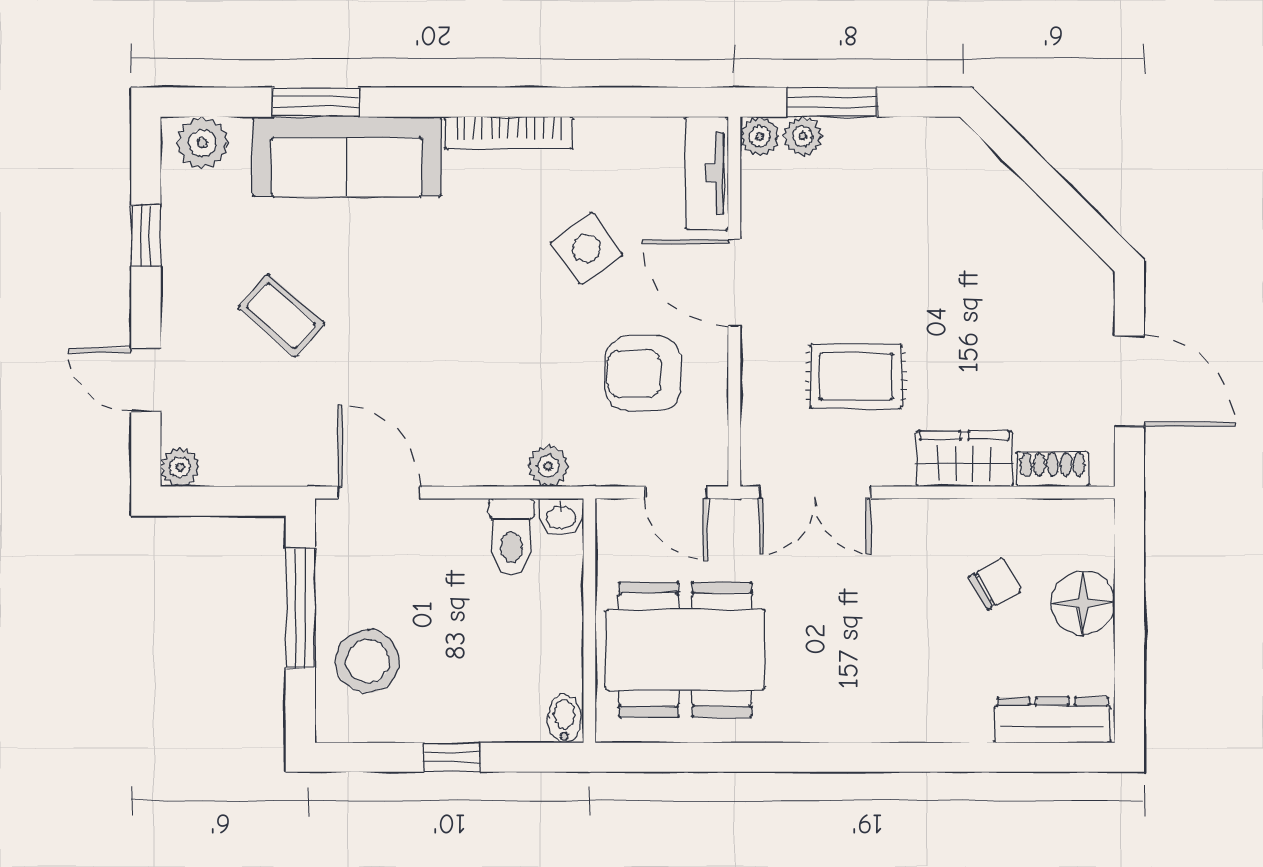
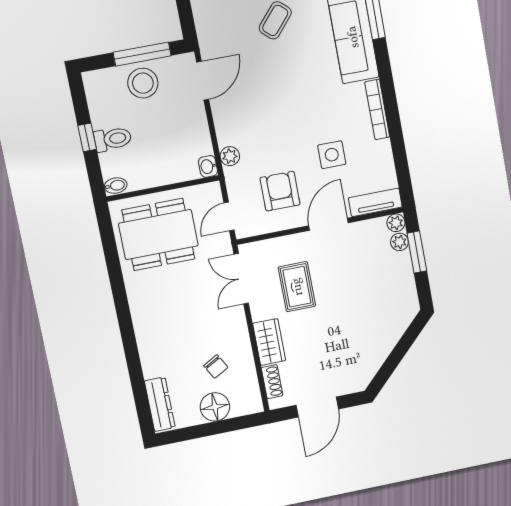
side table: (587, 248) -> (332, 155), turned 35
toilet: (512, 536) -> (113, 139), moved, turned 180
dining table: (685, 650) -> (158, 235), turned 90
stool: (368, 661) -> (143, 83), moved

